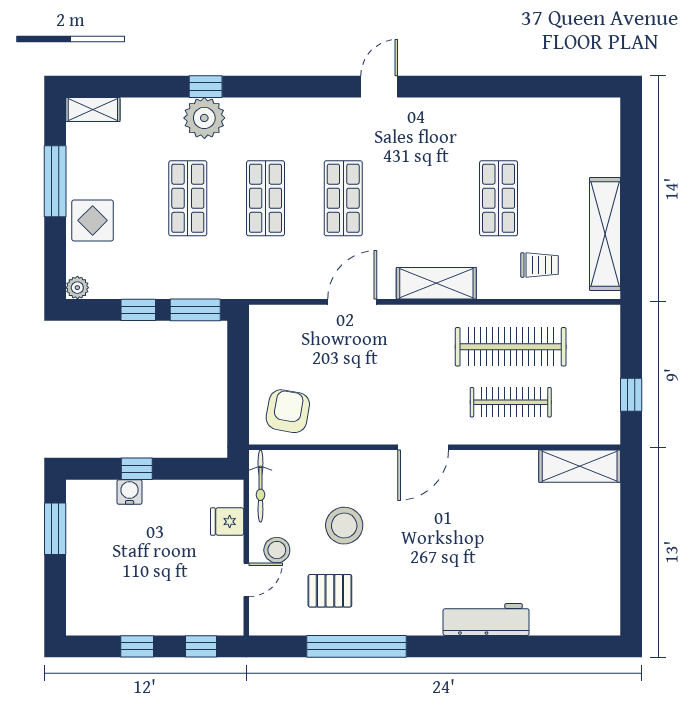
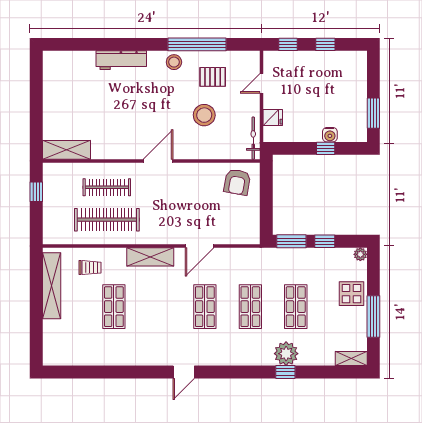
trolley: (539, 265) -> (90, 268), turned 180
stool: (277, 550) -> (174, 62), moved

